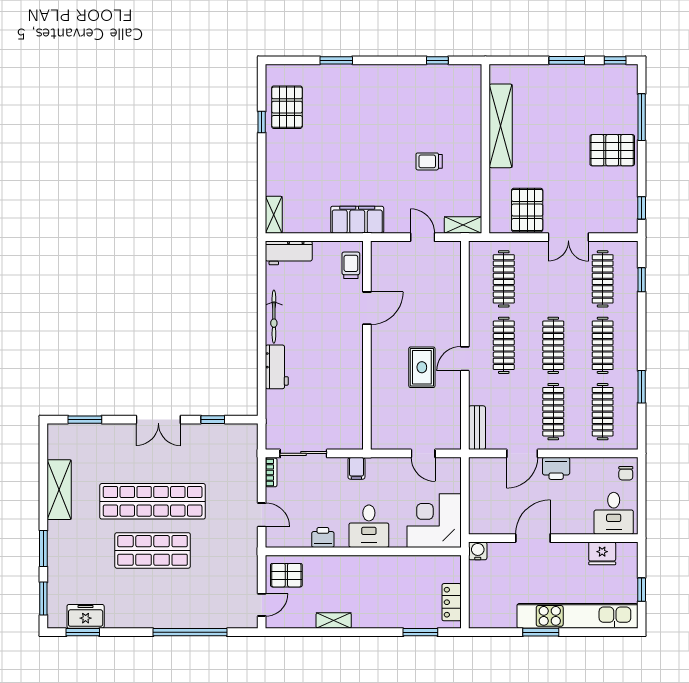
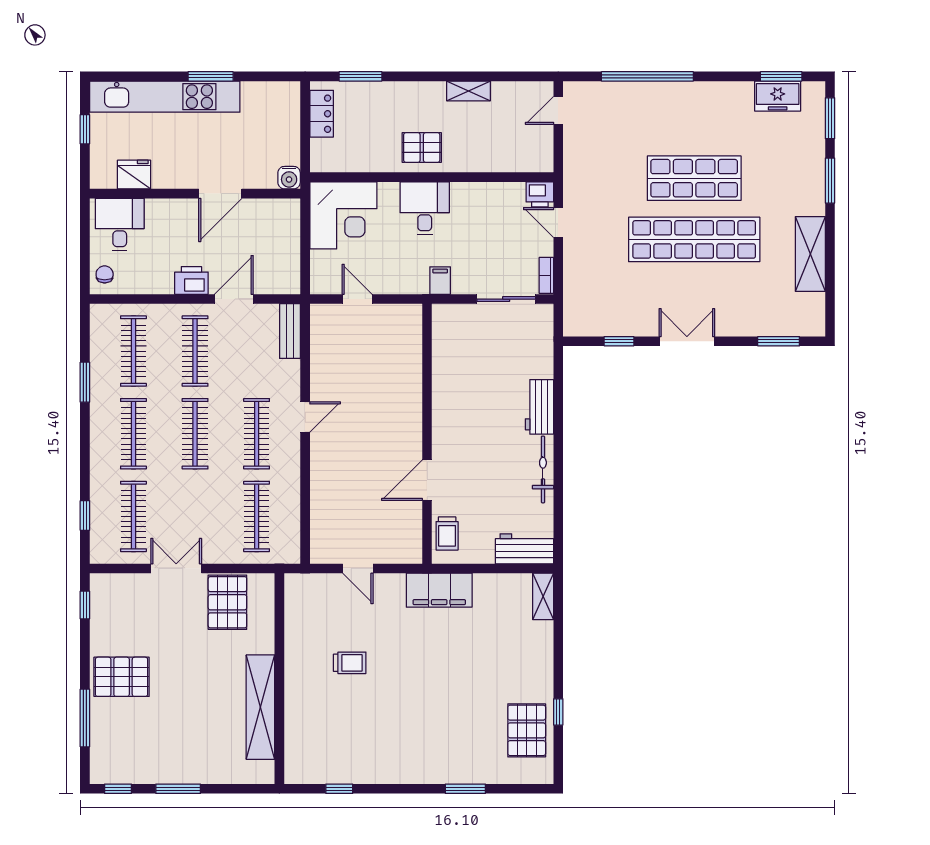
shelving: (463, 225) -> (307, 584), removed
rug: (422, 367) -> (359, 406), removed
printer: (323, 537) -> (540, 194), moved
pallet: (286, 575) -> (422, 148), moved

